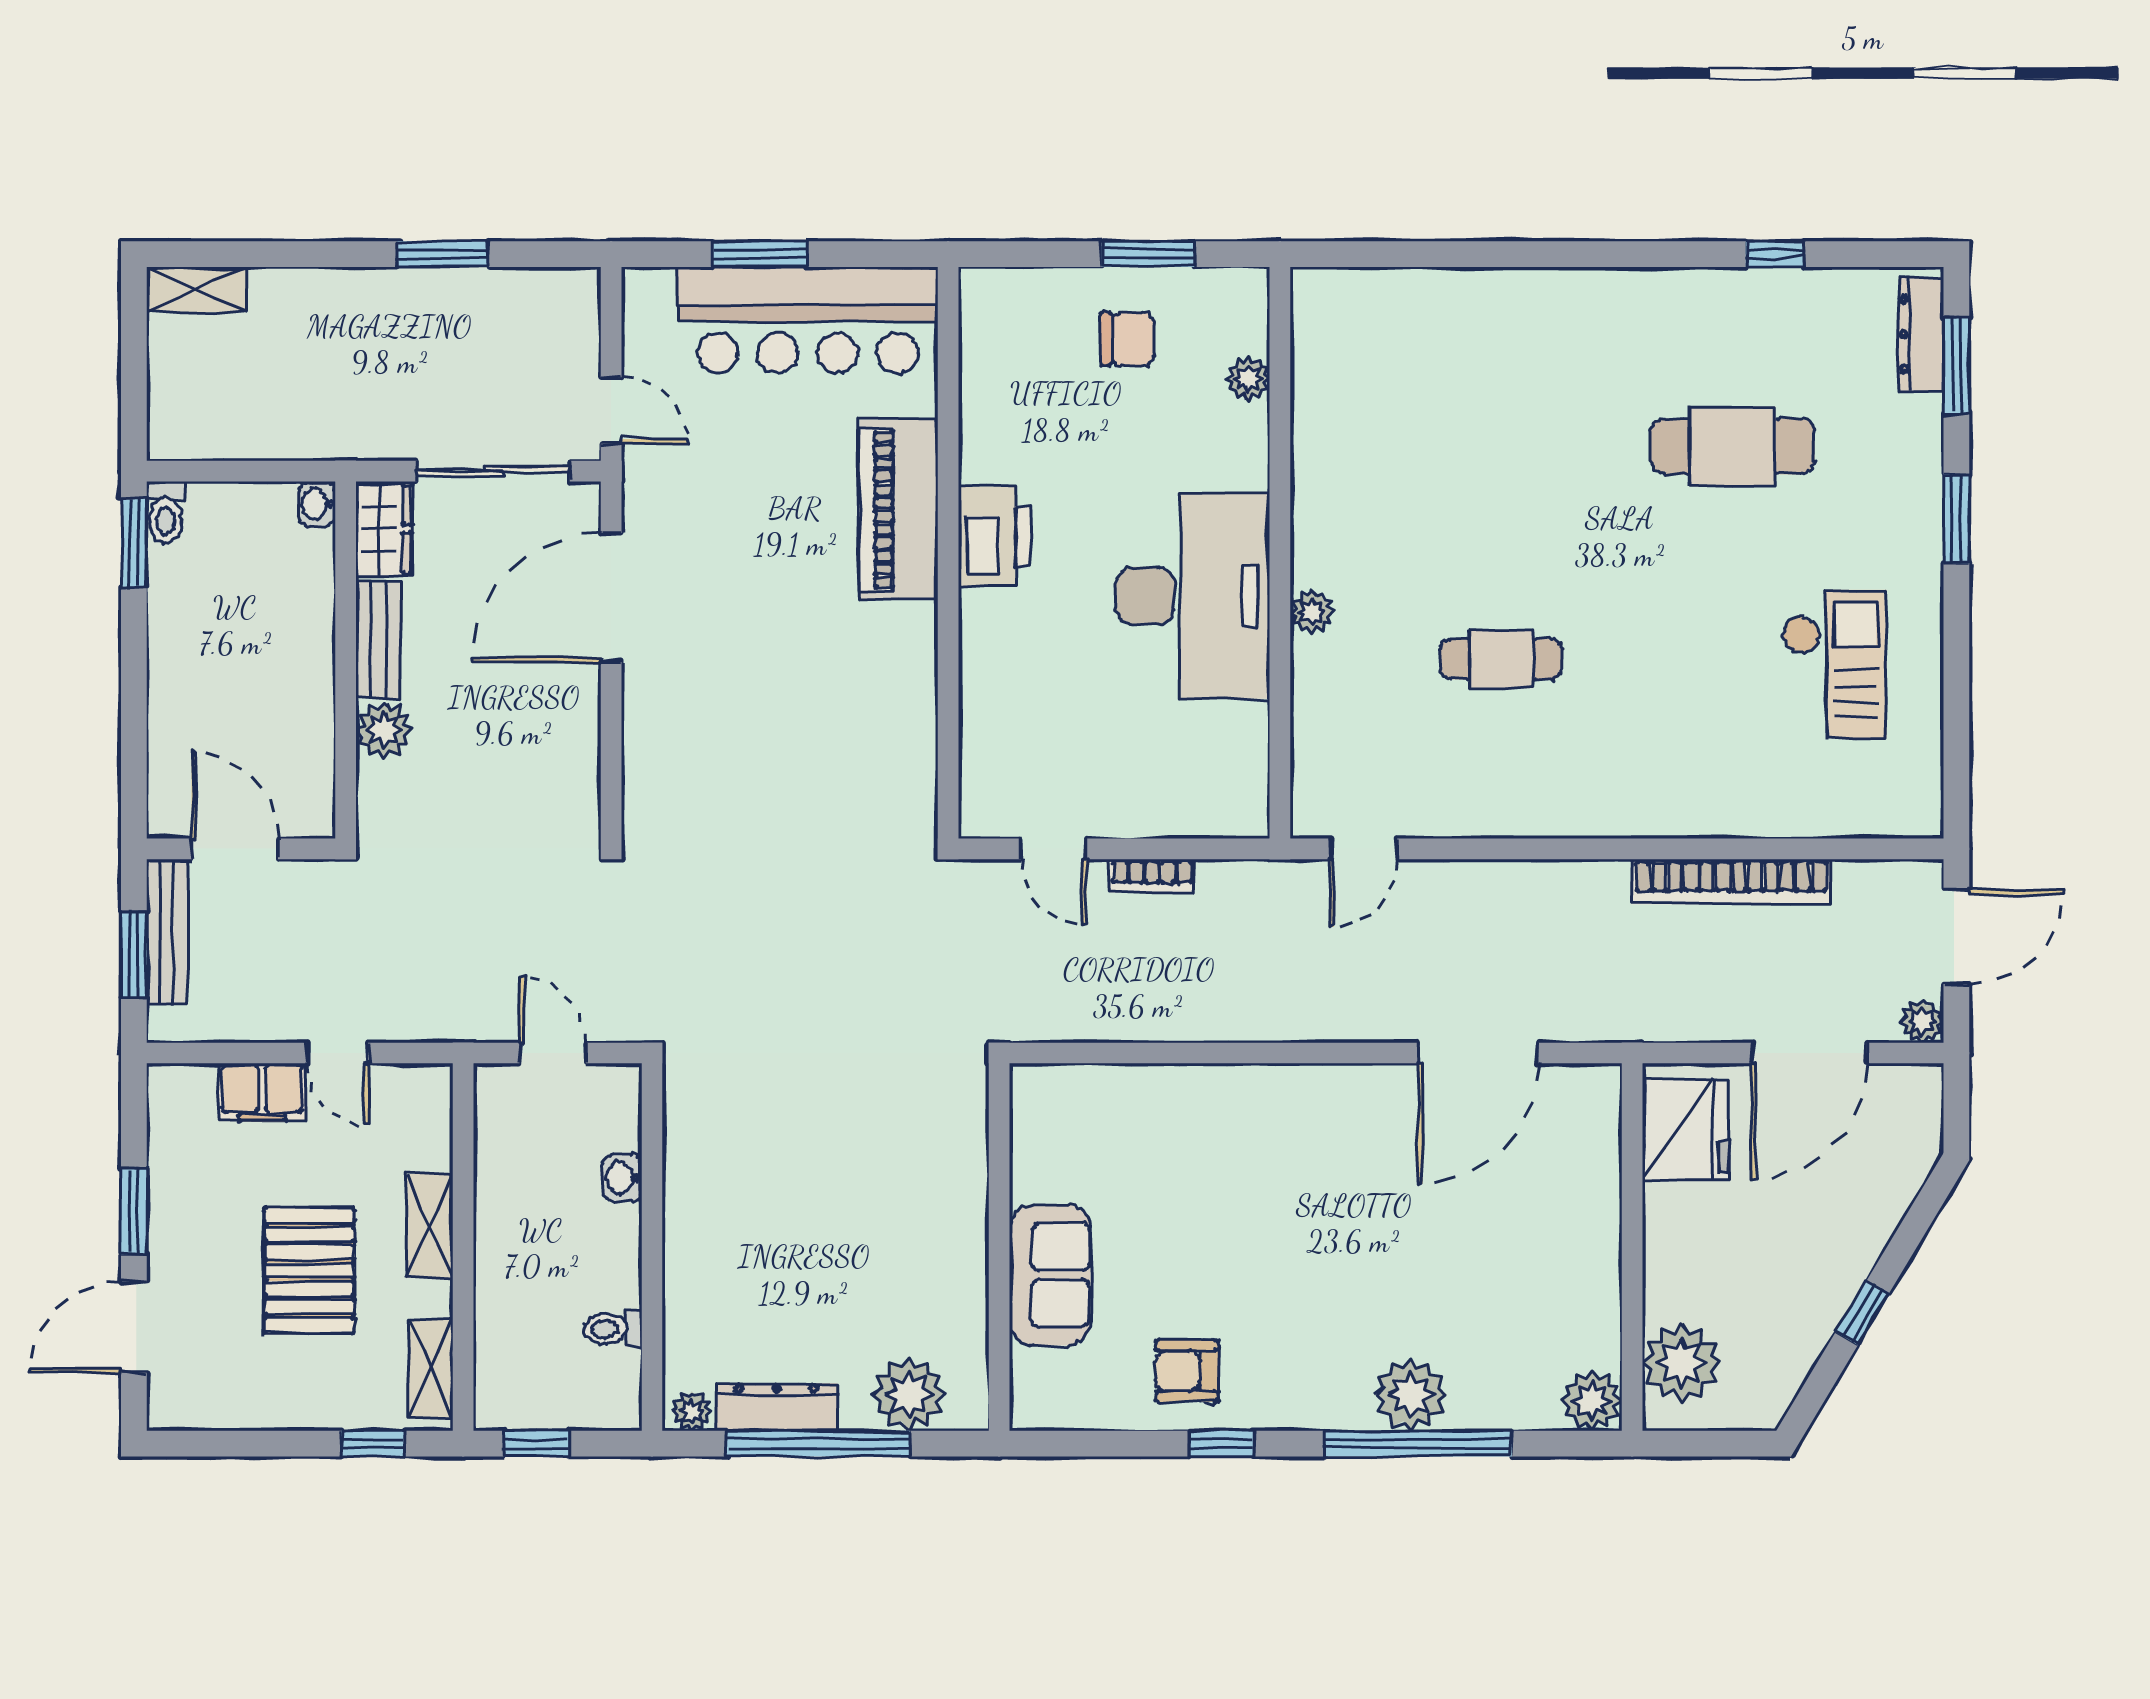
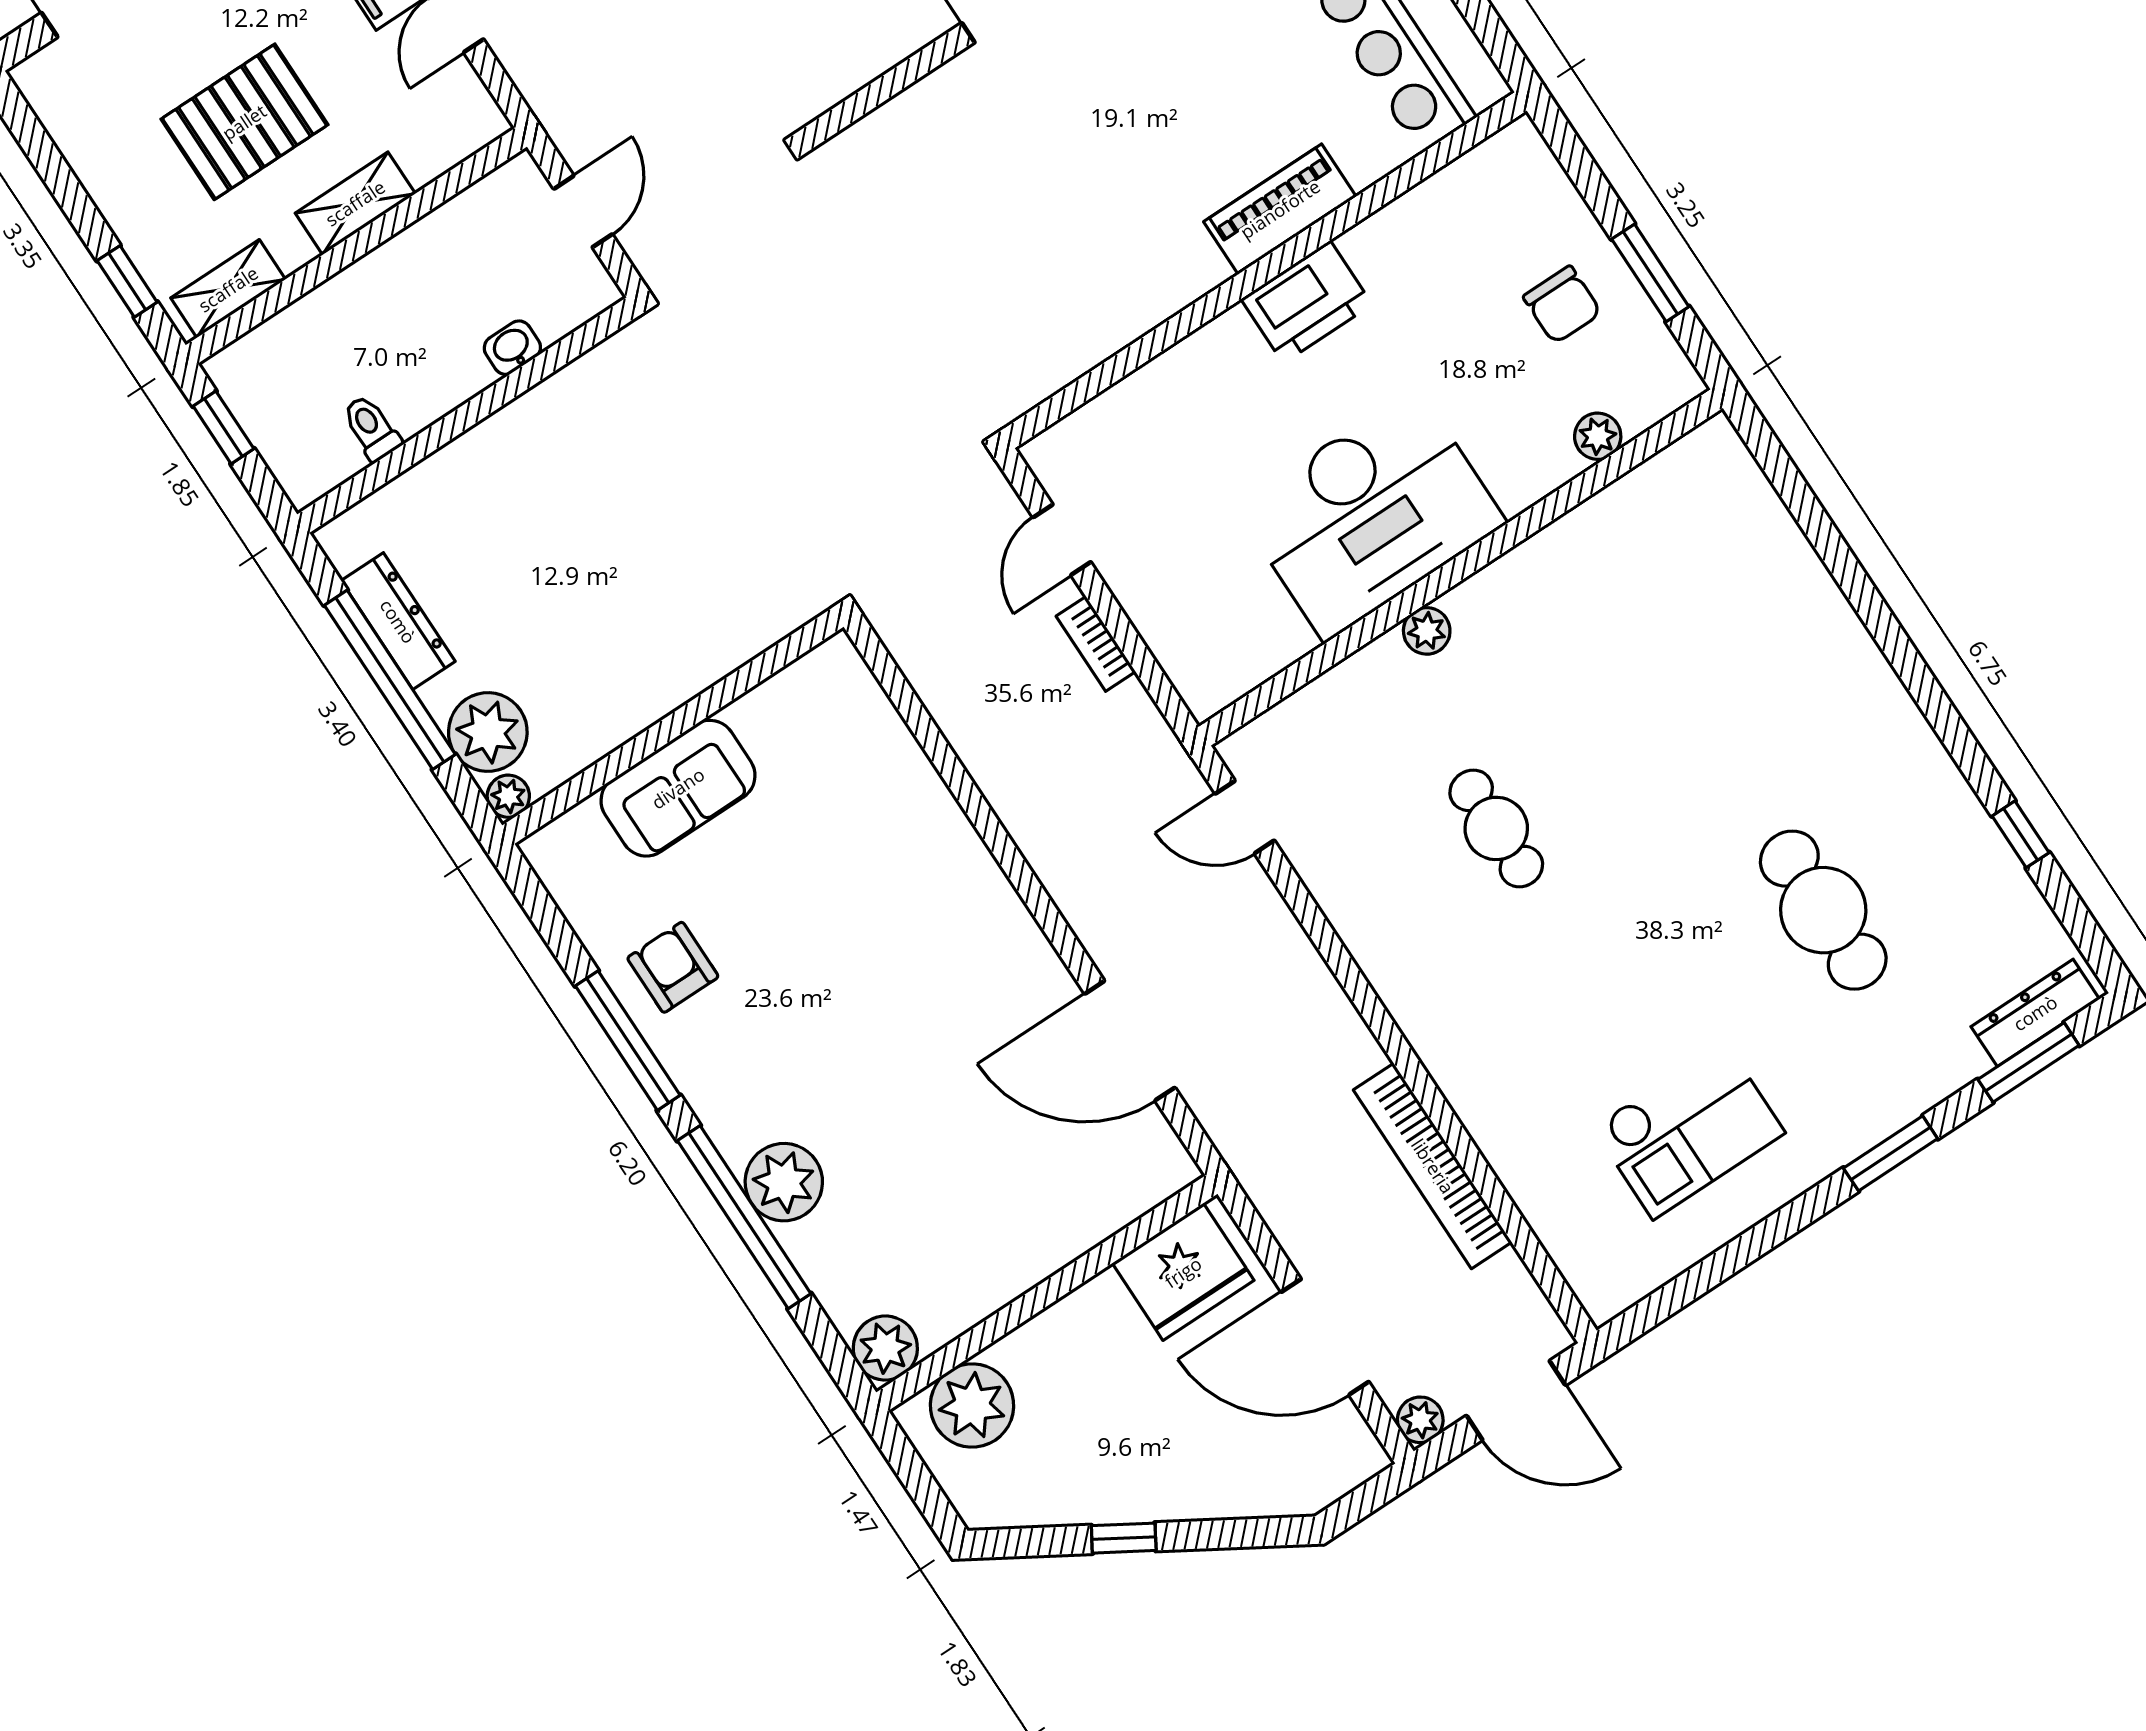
piano: (899, 510) -> (1280, 209), width x0.73, depth x0.75
plant: (692, 1411) -> (508, 796), moved
window: (1221, 1444) -> (628, 1041), width x2.17

